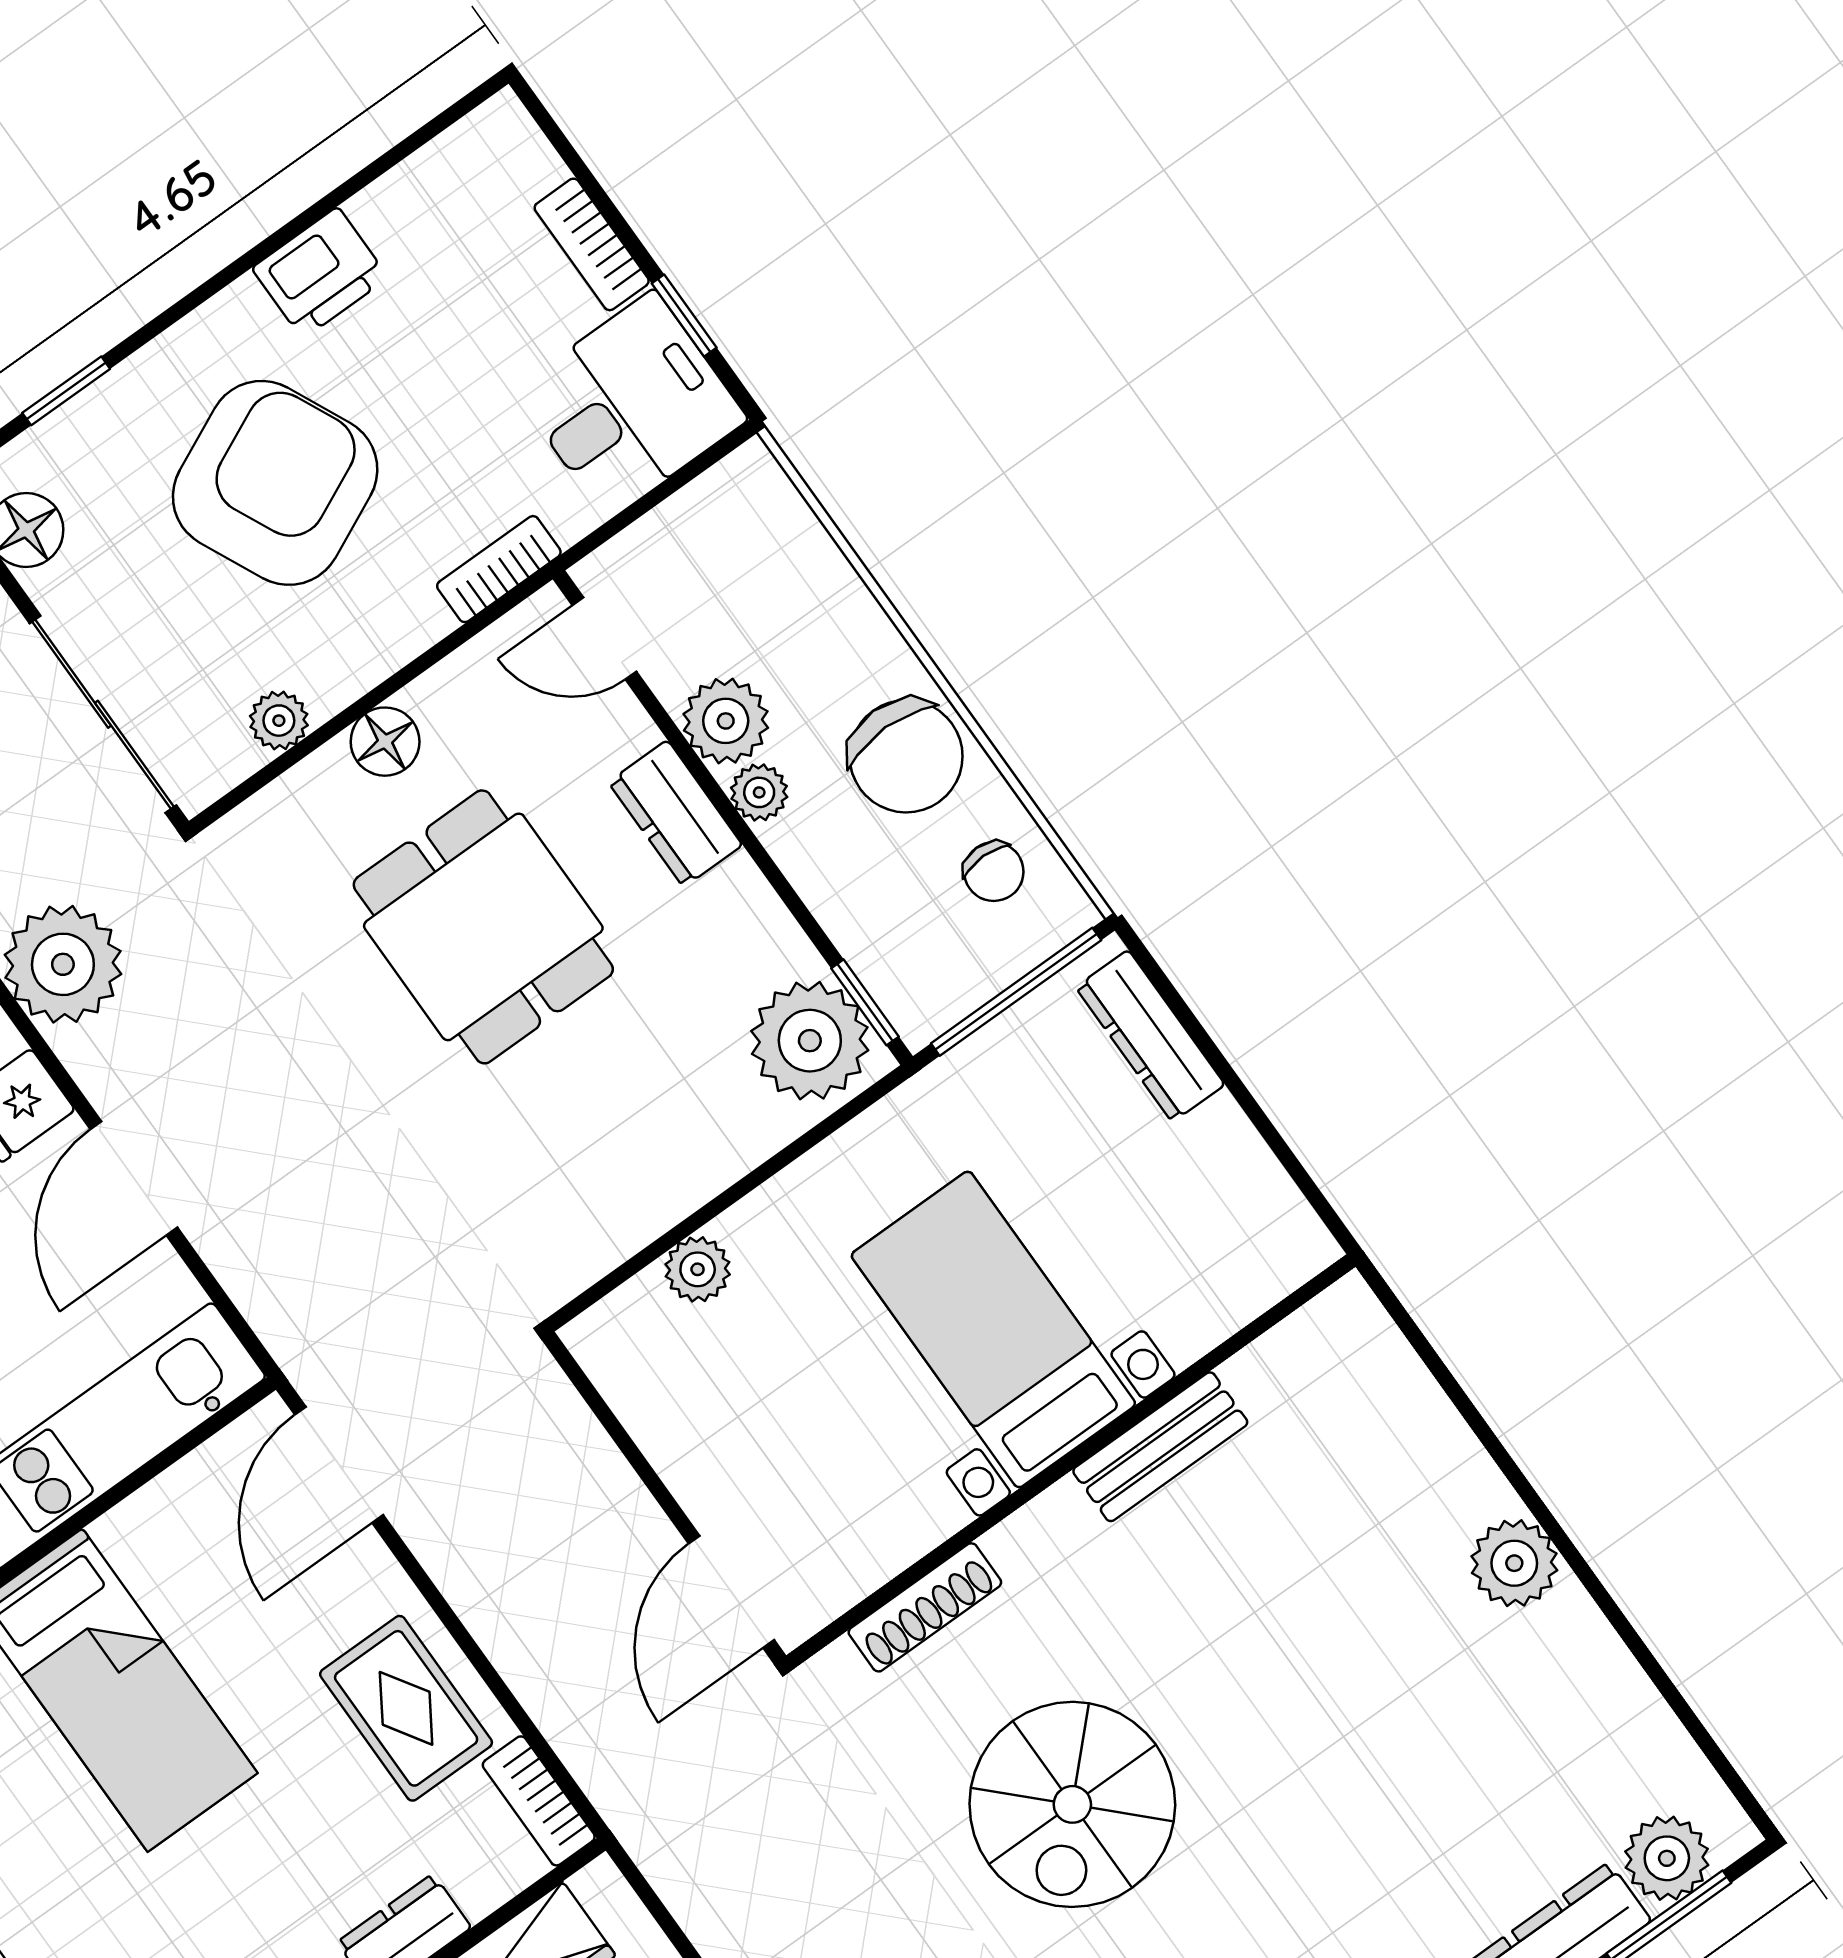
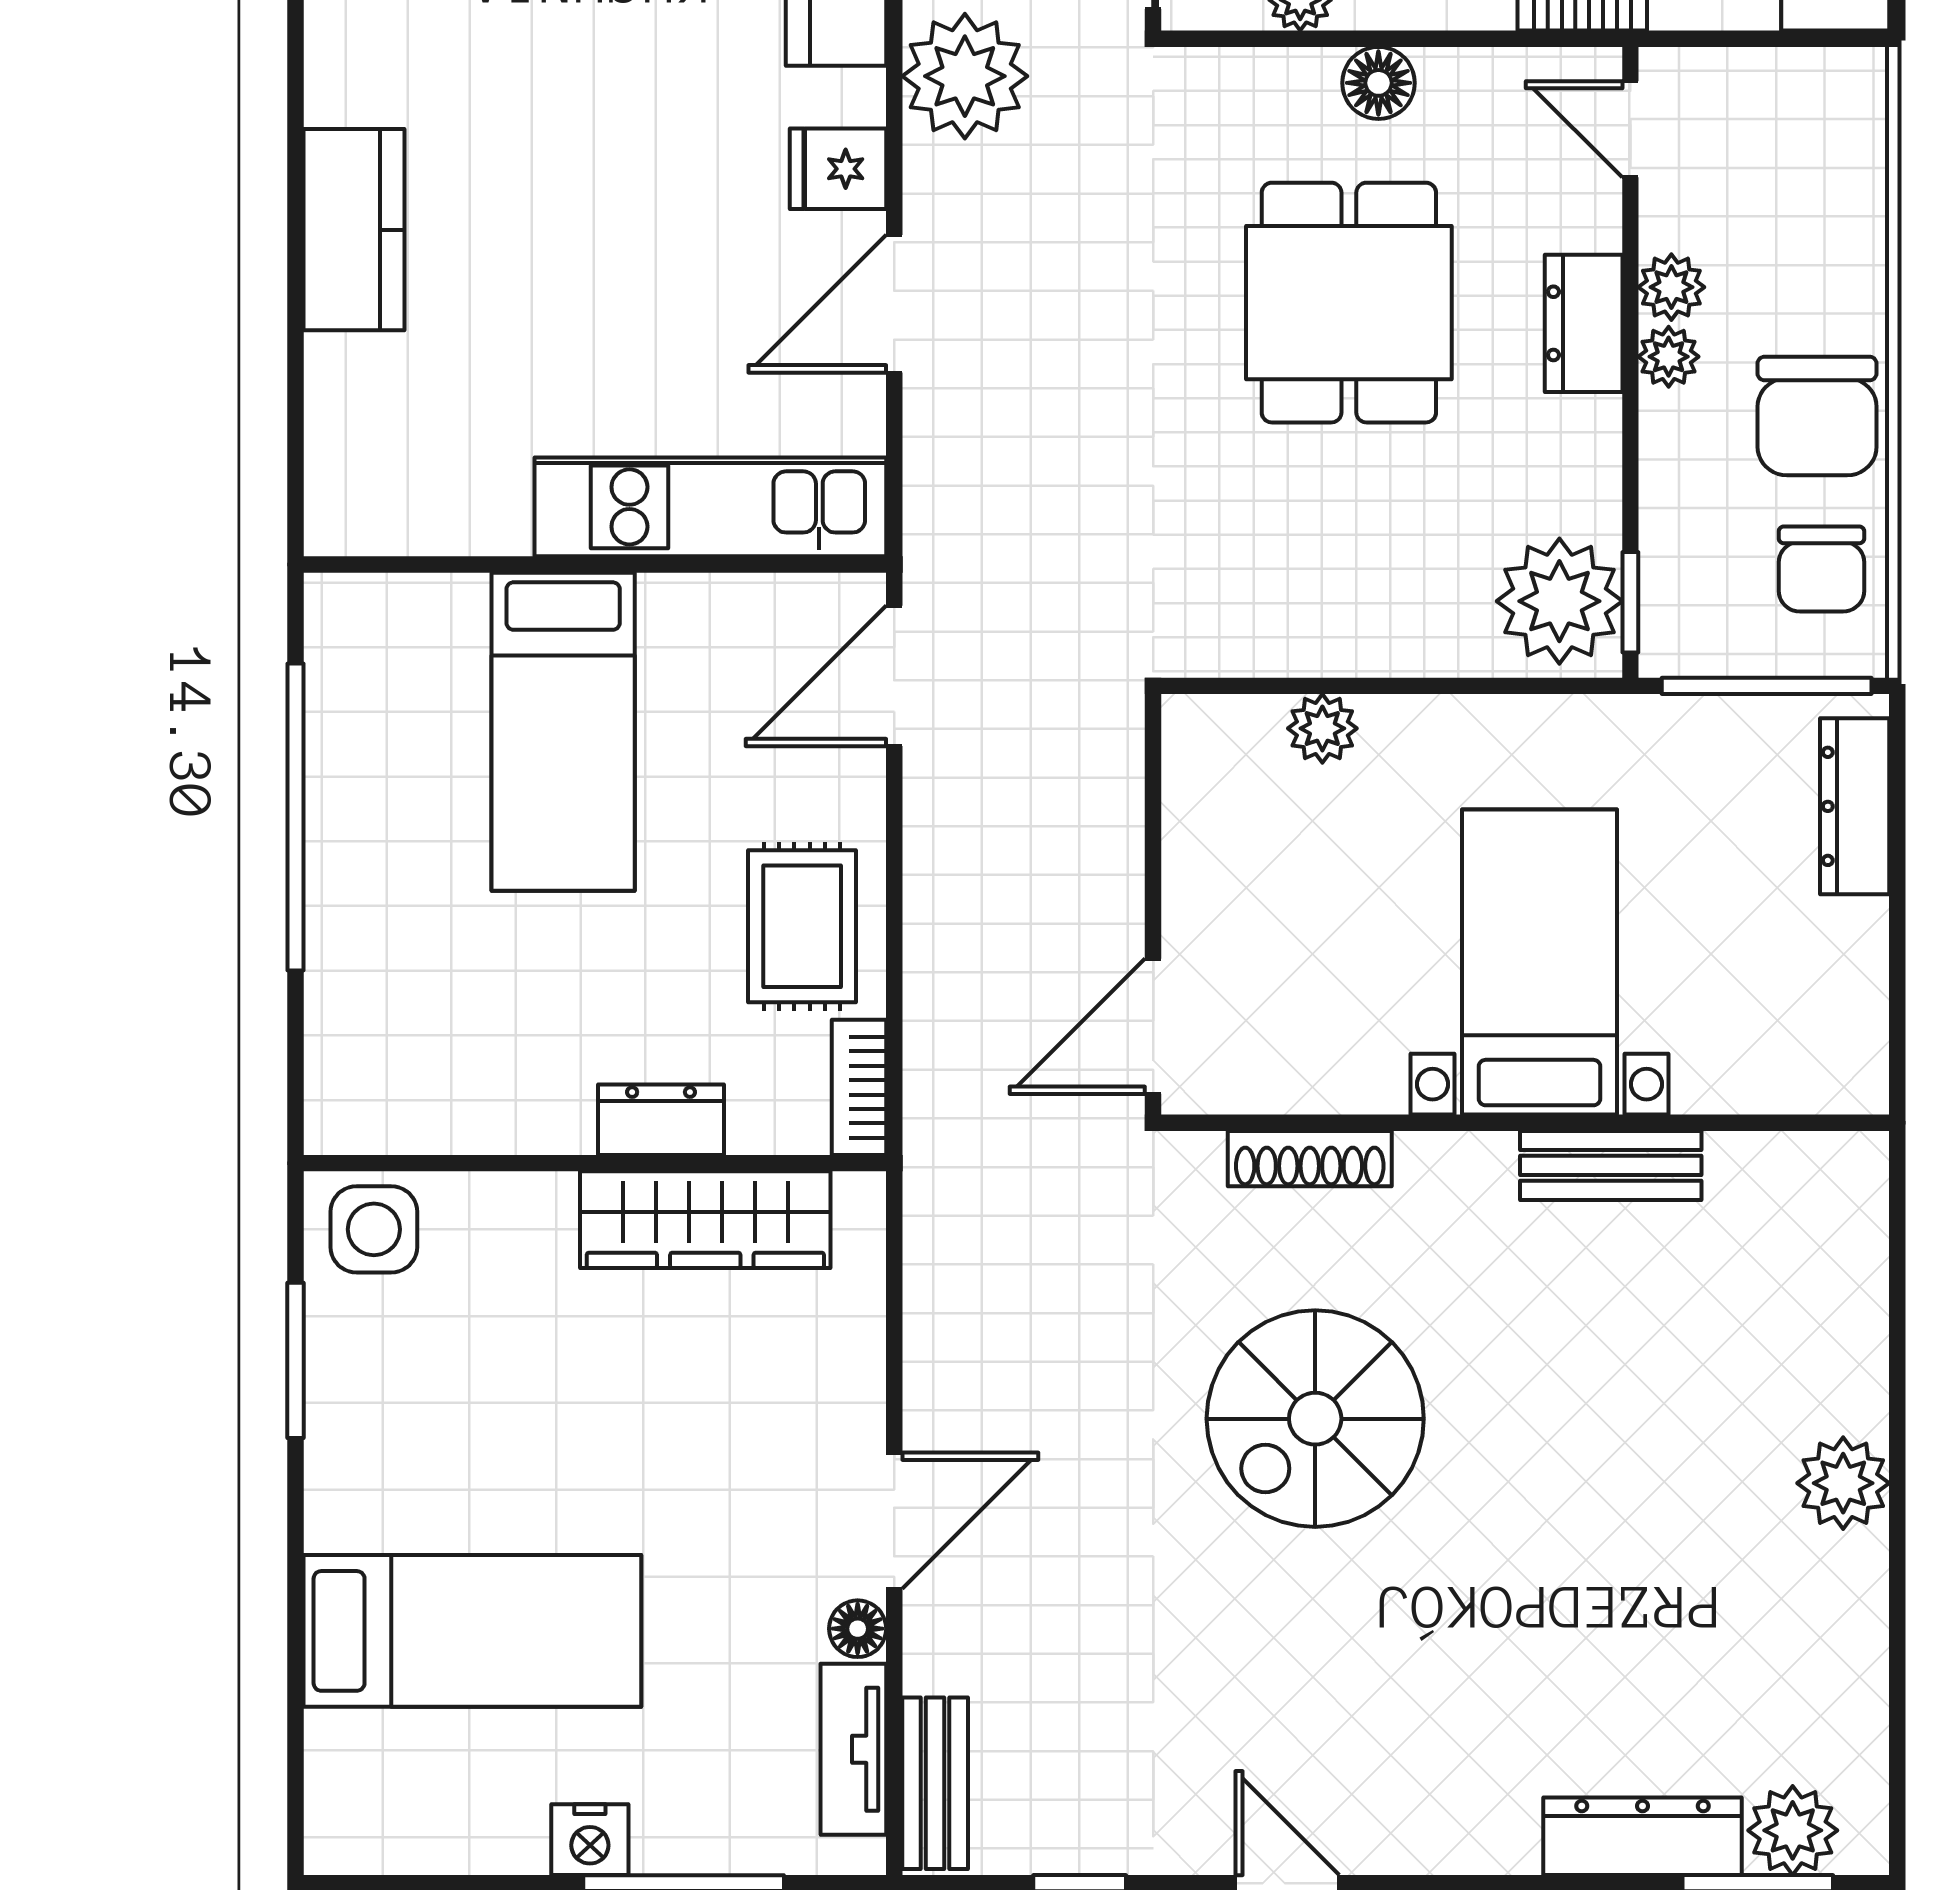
plant: (726, 721) -> (1671, 287), width x0.73, depth x0.73
chair: (994, 872) -> (1821, 569), width x1.37, depth x1.37

